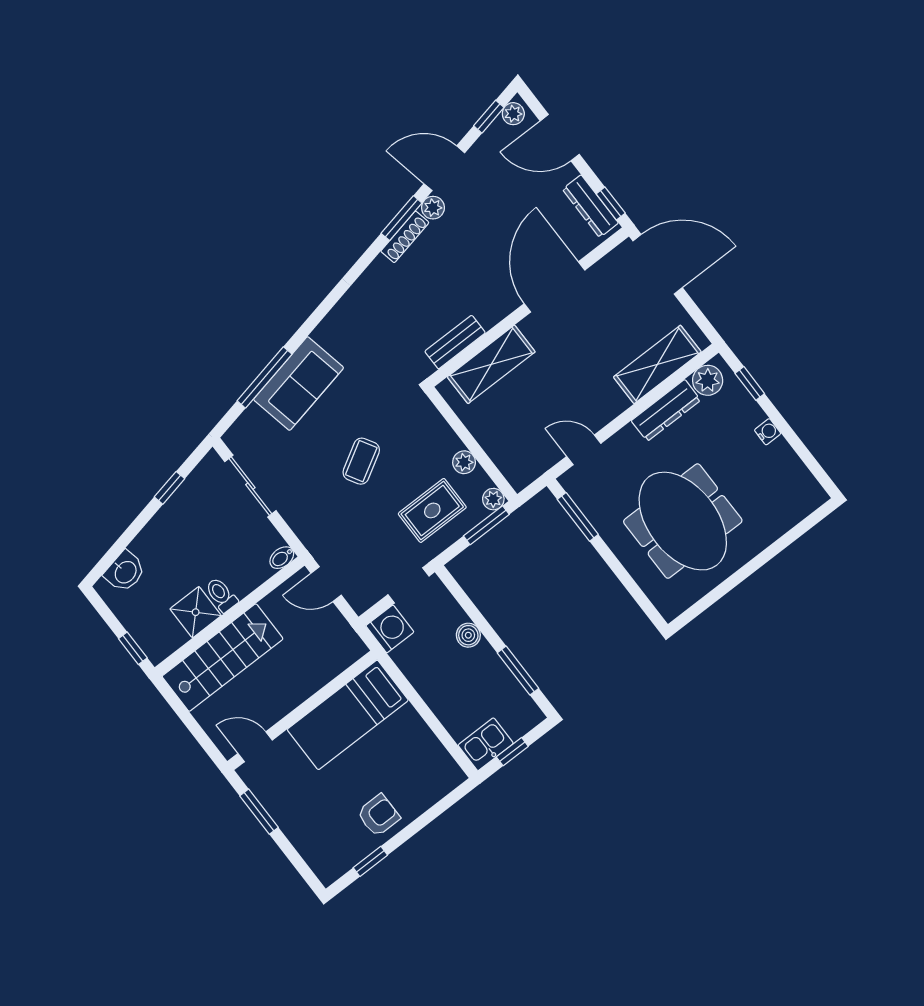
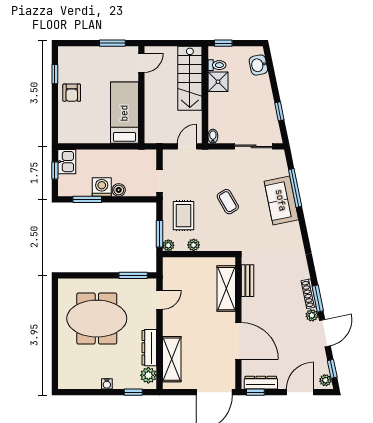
toilet: (221, 595) -> (217, 65), moved
washing machine: (390, 629) -> (102, 187), moved, turned 180

